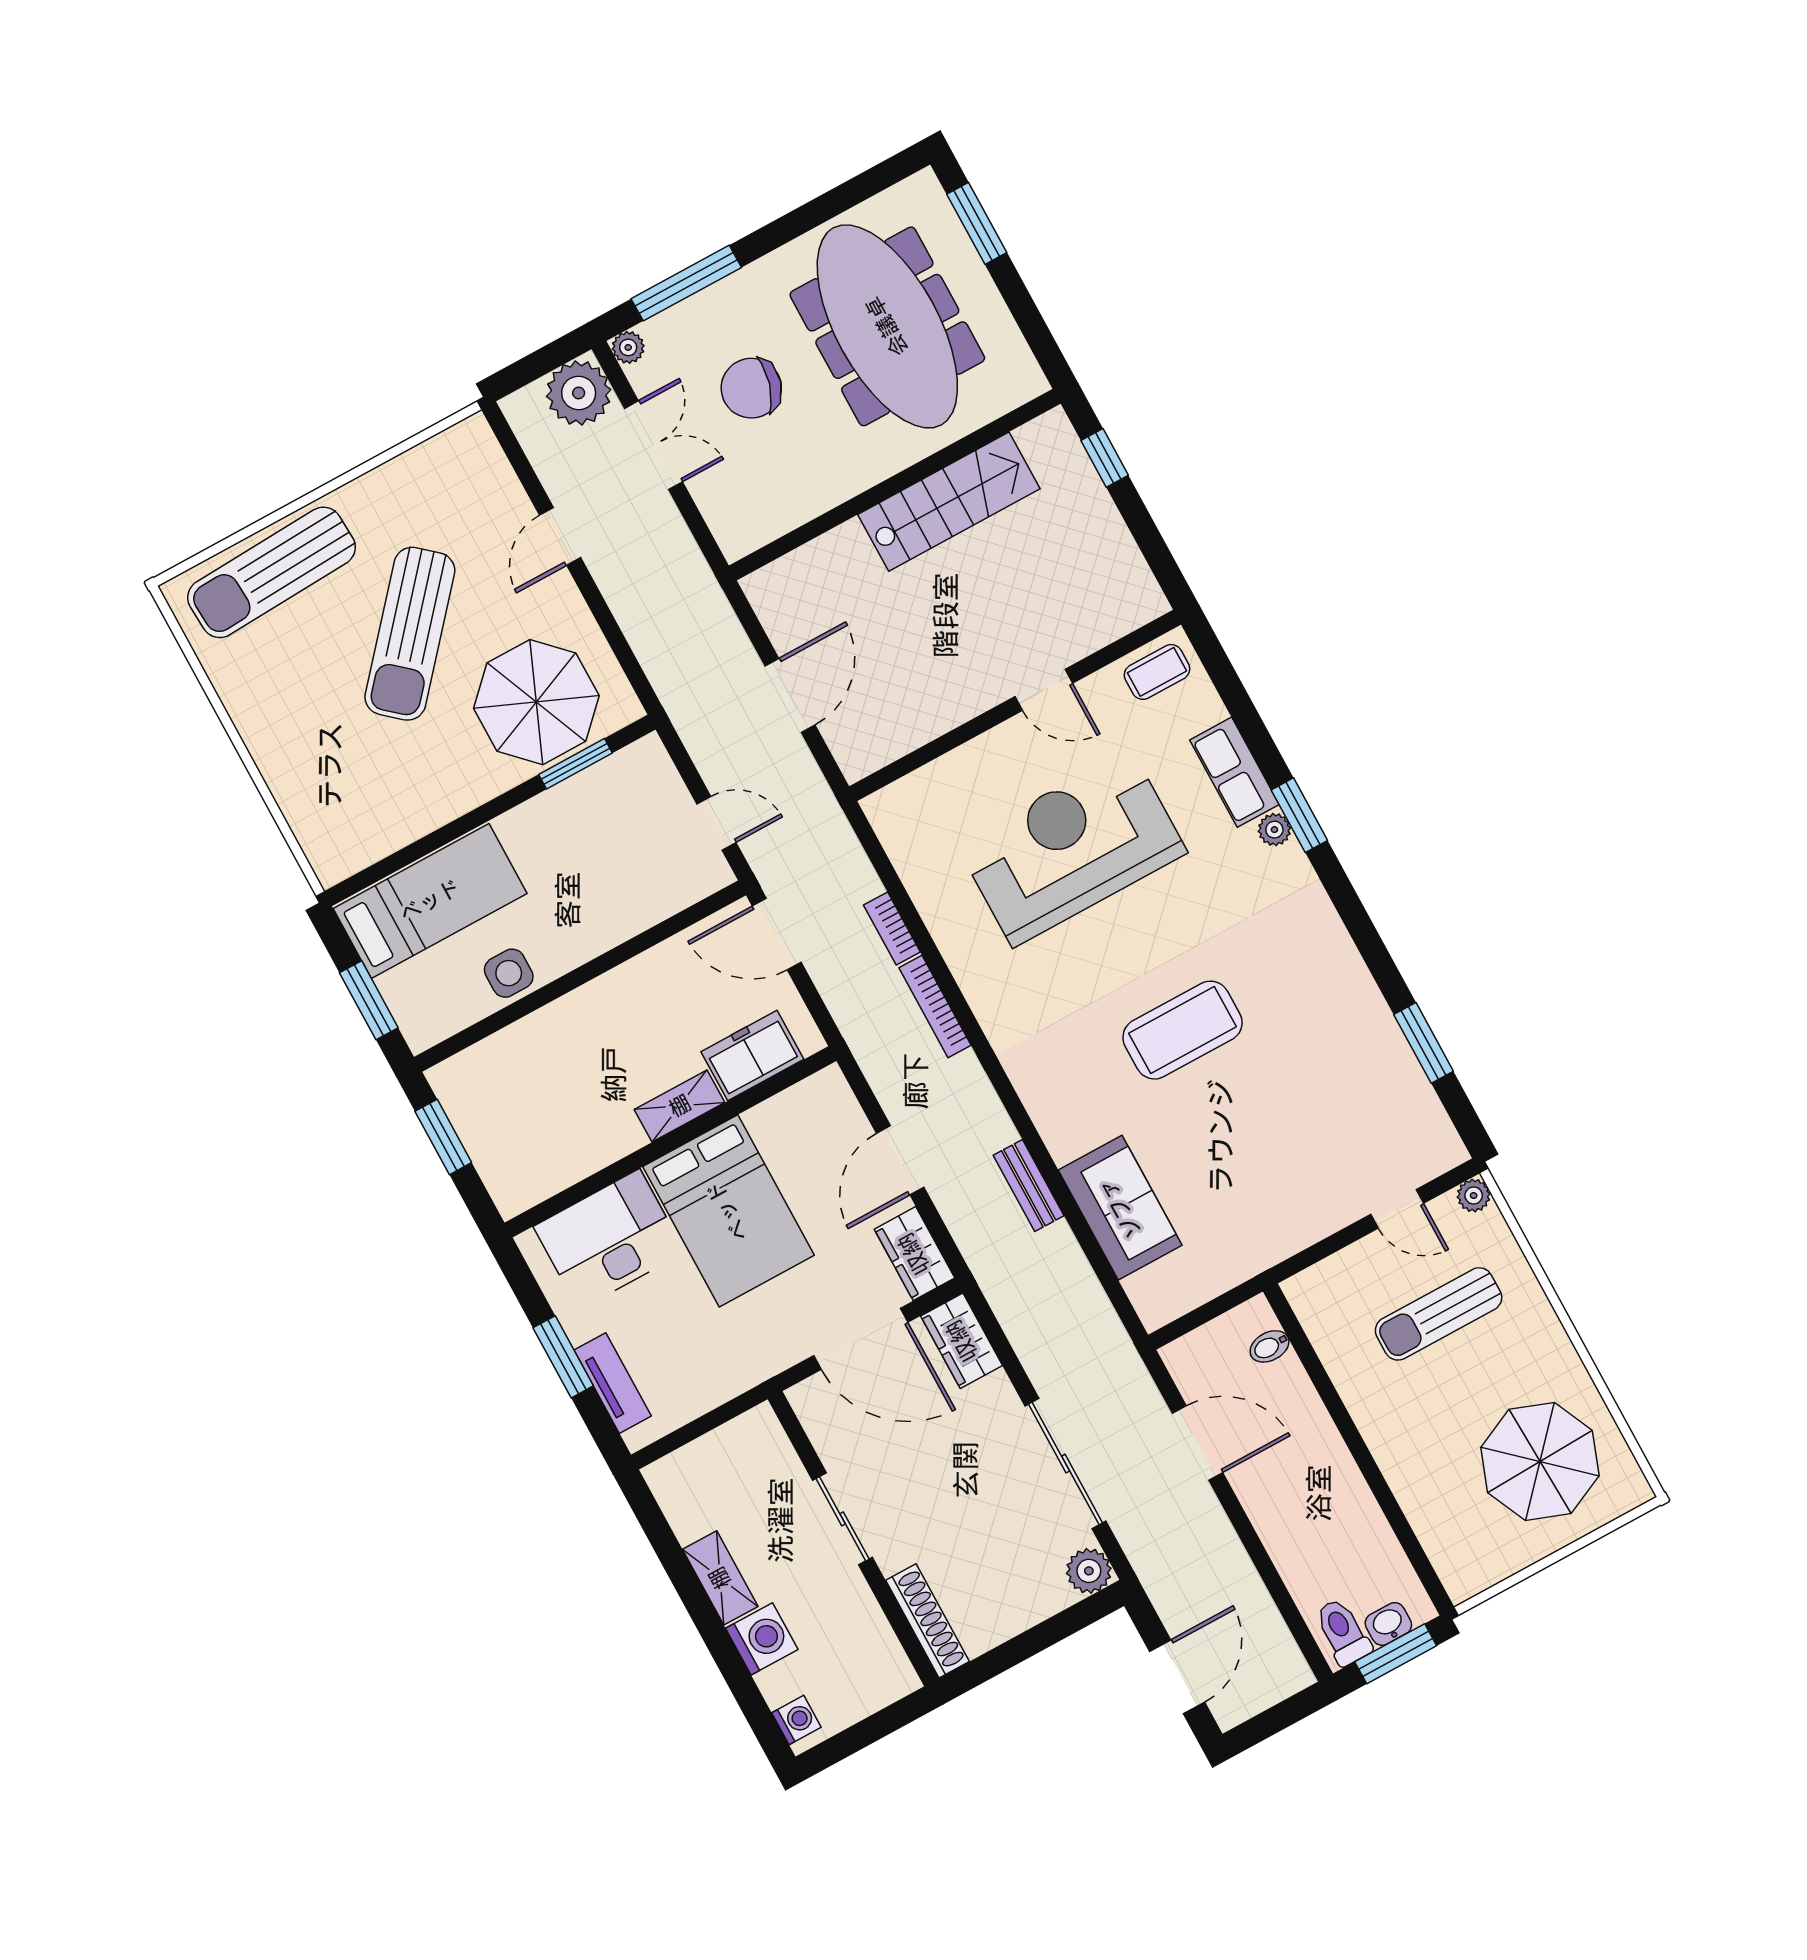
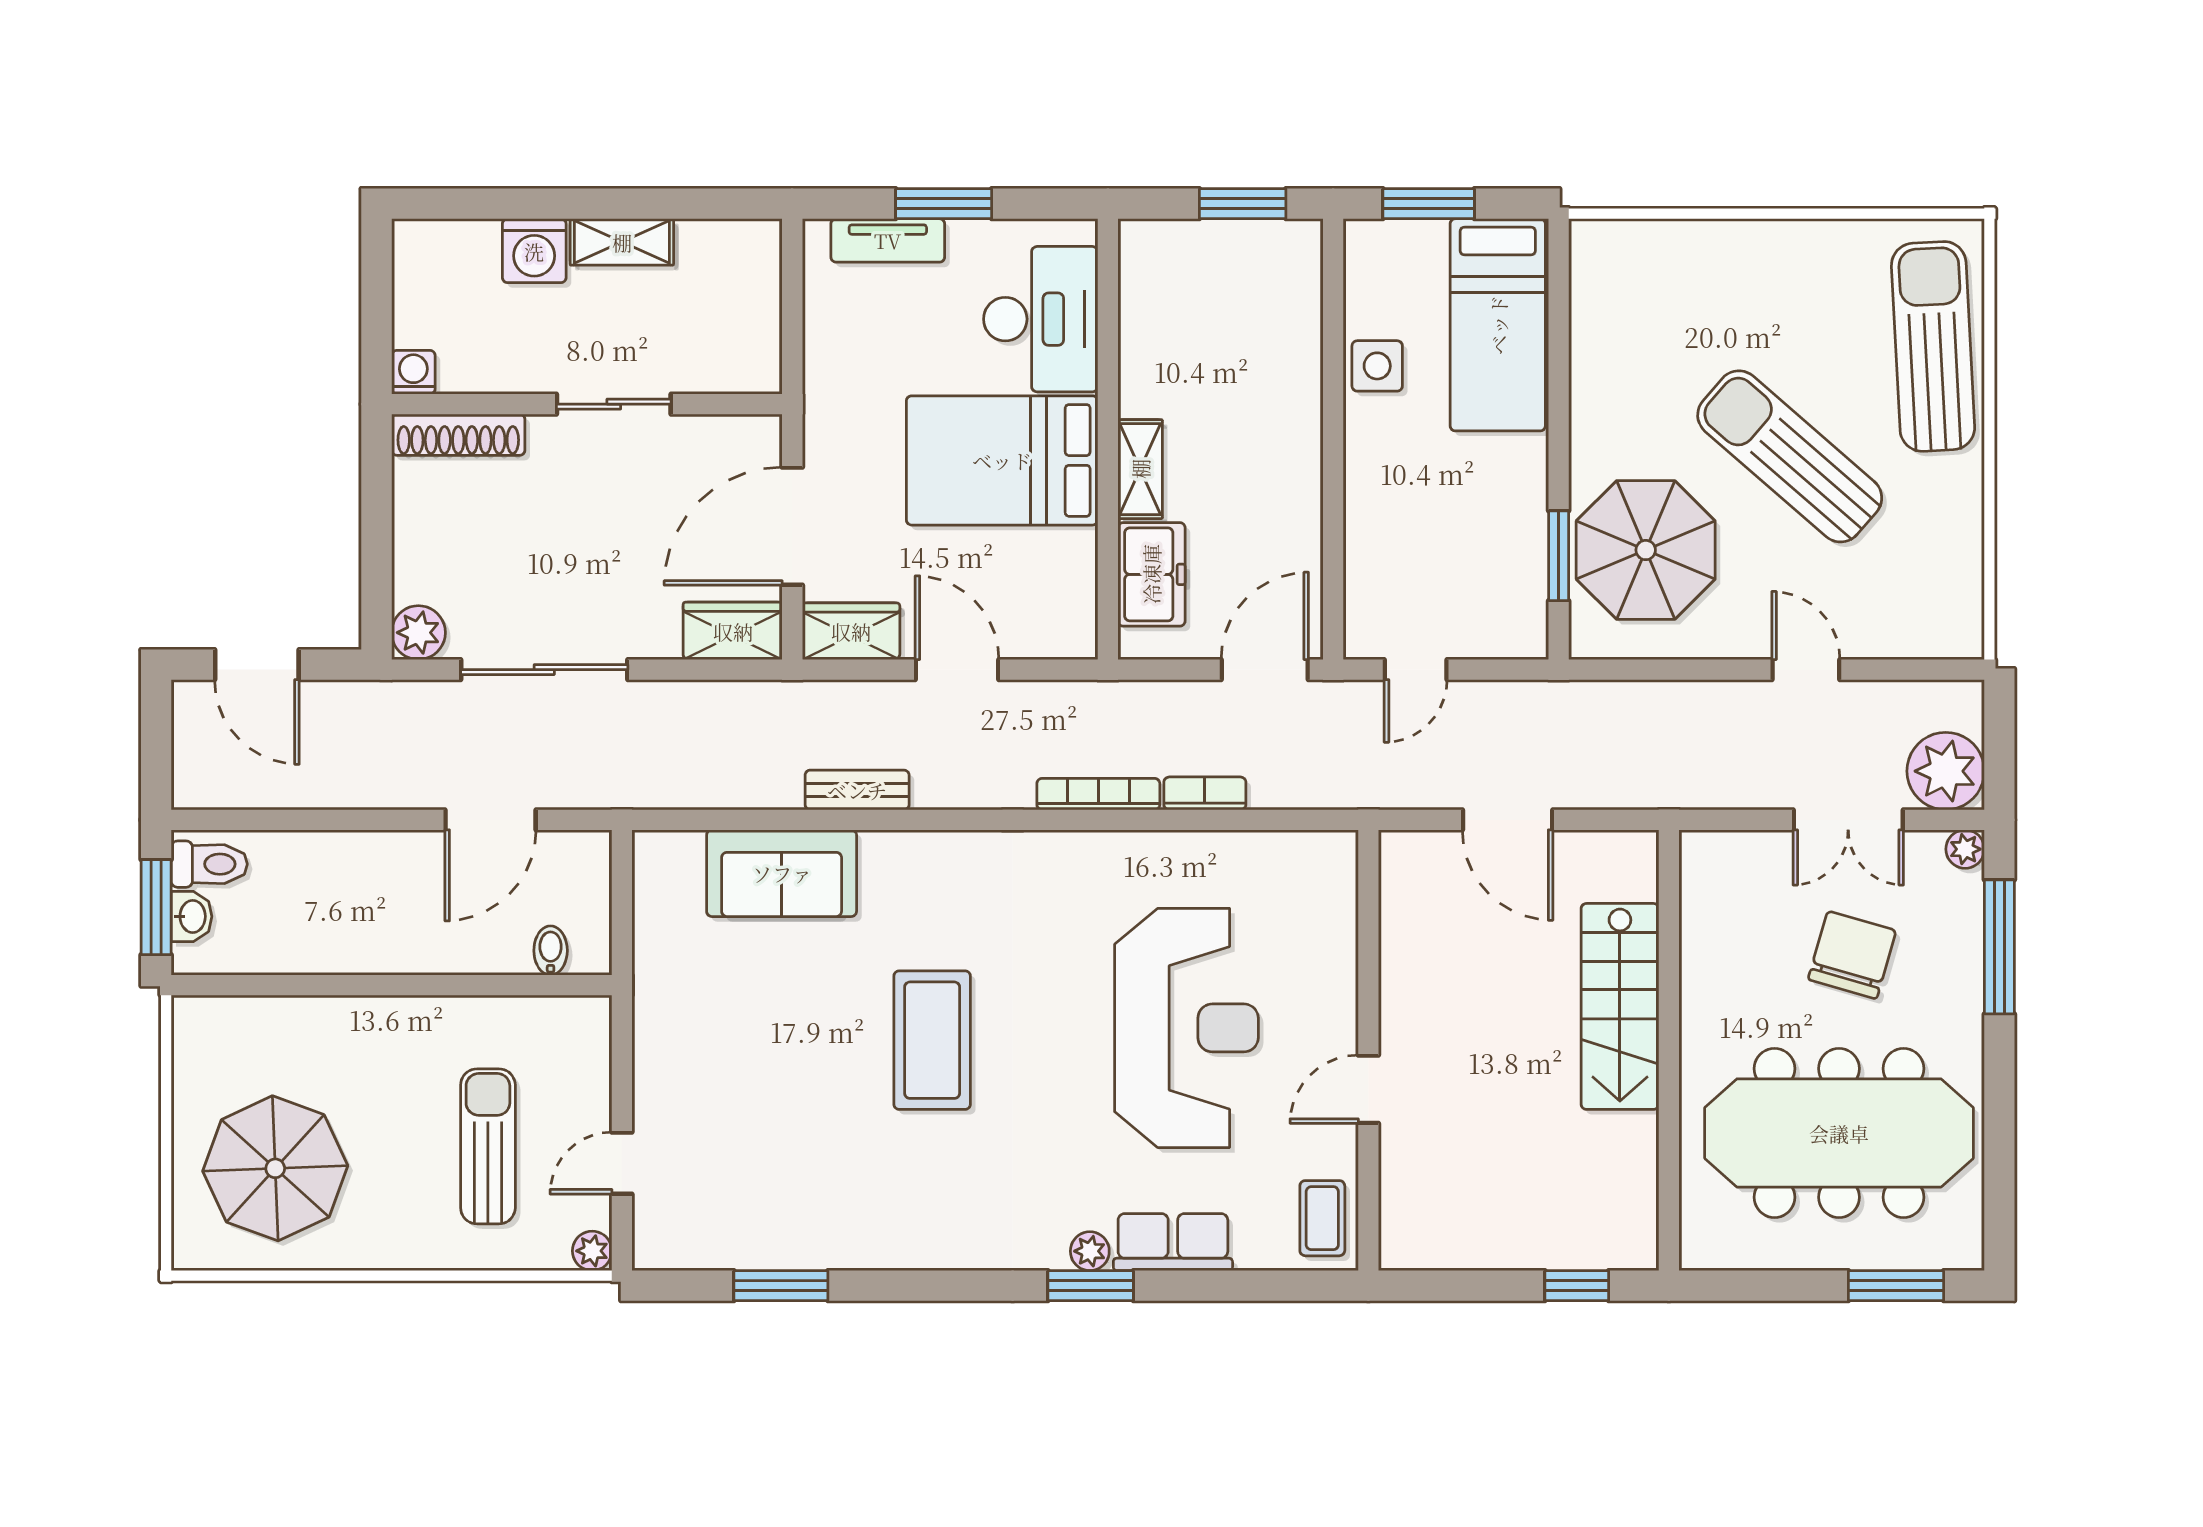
stairs: (949, 502) -> (1620, 1006), moved
washing machine: (796, 1720) -> (413, 372), moved, turned 180

